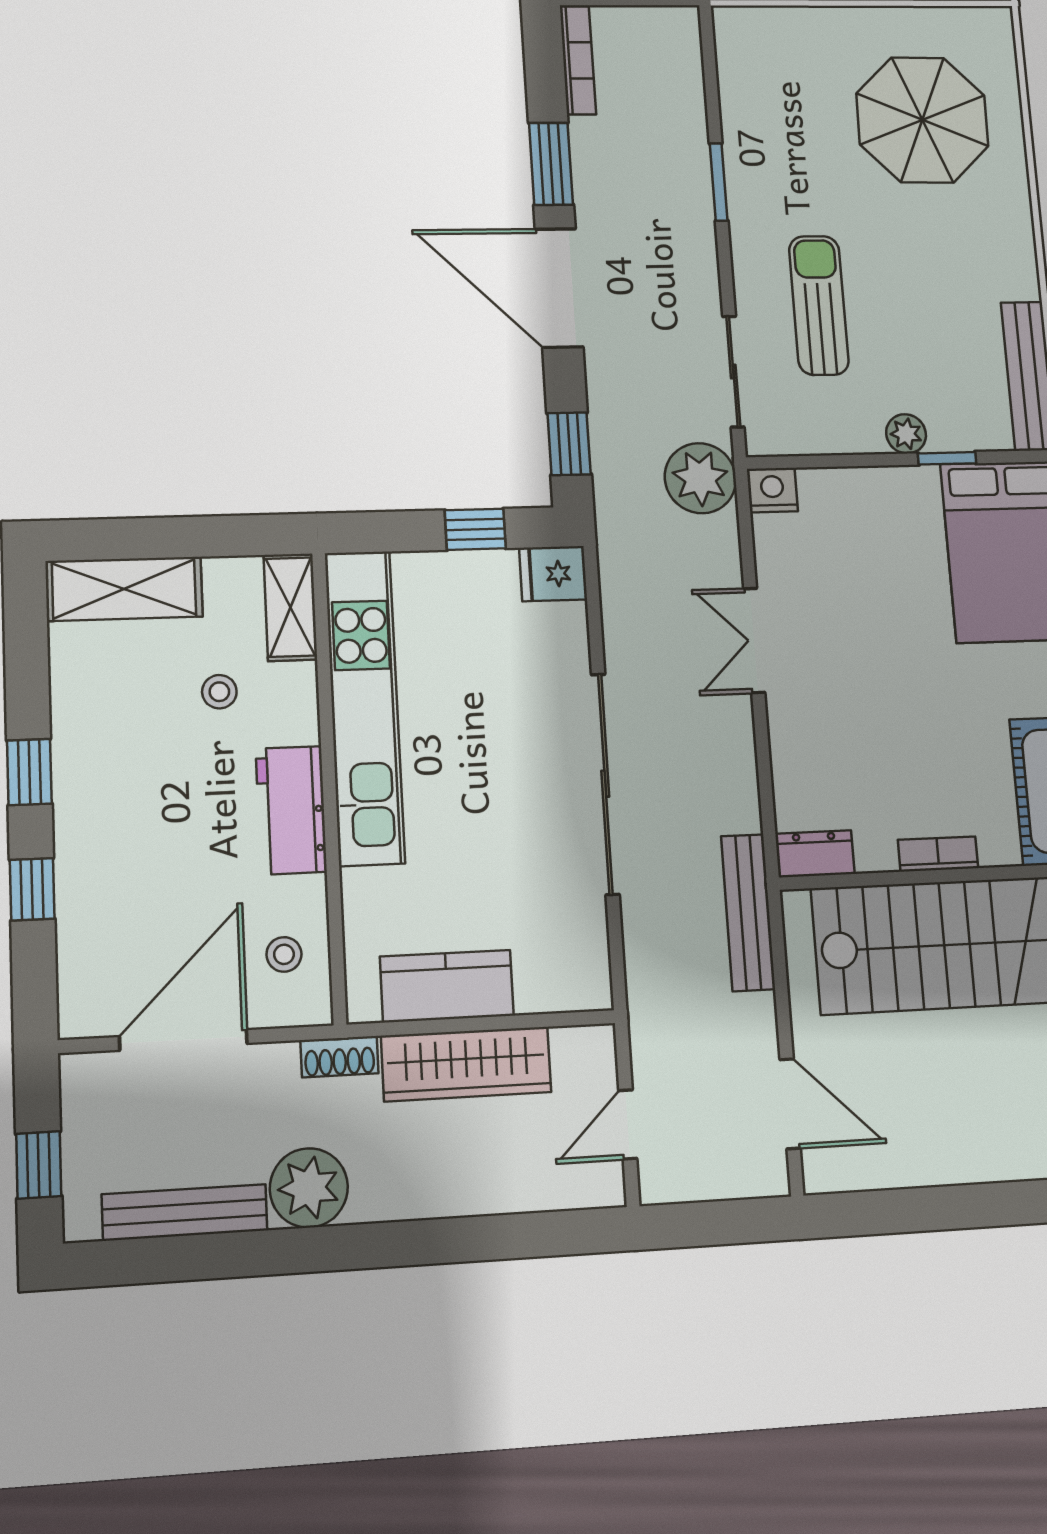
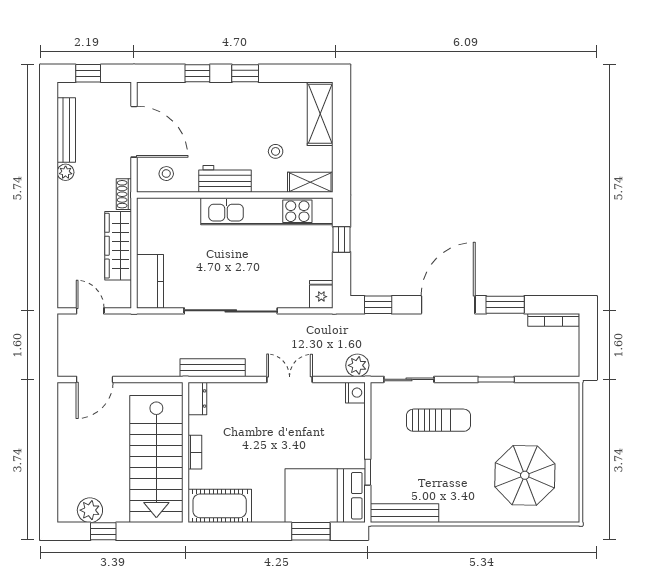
plant: (906, 434) -> (379, 455), removed
plant: (700, 478) -> (357, 365), width x0.73, depth x0.73
window: (475, 529) -> (342, 239), moved
bench: (748, 912) -> (213, 368), moved
kitchen counter: (447, 986) -> (150, 281), moved
plant: (309, 1188) -> (66, 172), width x0.53, depth x0.53

